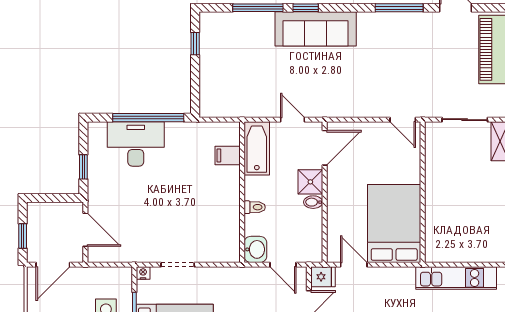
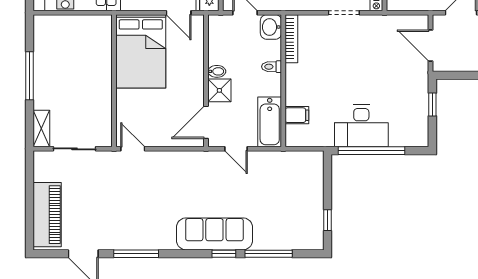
desk: (136, 144) -> (361, 126), moved
bookcase: (234, 237) -> (291, 39), added

